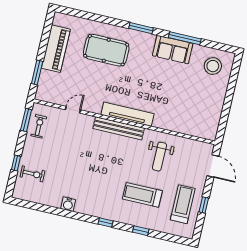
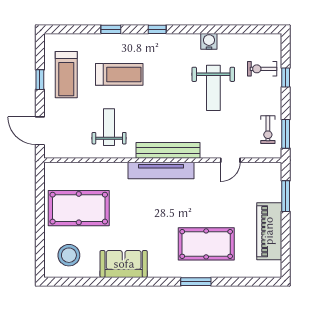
window: (141, 28) -> (196, 282), moved
window: (185, 38) -> (112, 282), removed
pool table: (197, 100) -> (79, 208), added
weight bench: (73, 168) -> (213, 88), added

